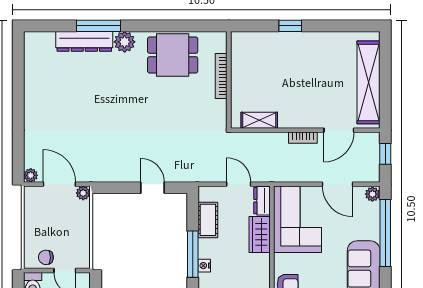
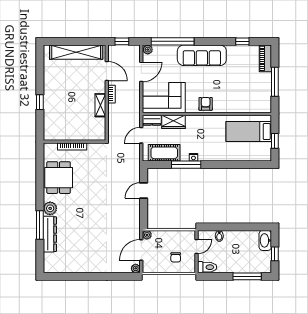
shelving: (259, 120) -> (100, 105), moved
cot: (208, 220) -> (164, 153), width x1.37, depth x1.34
chair: (46, 257) -> (176, 257), moved

